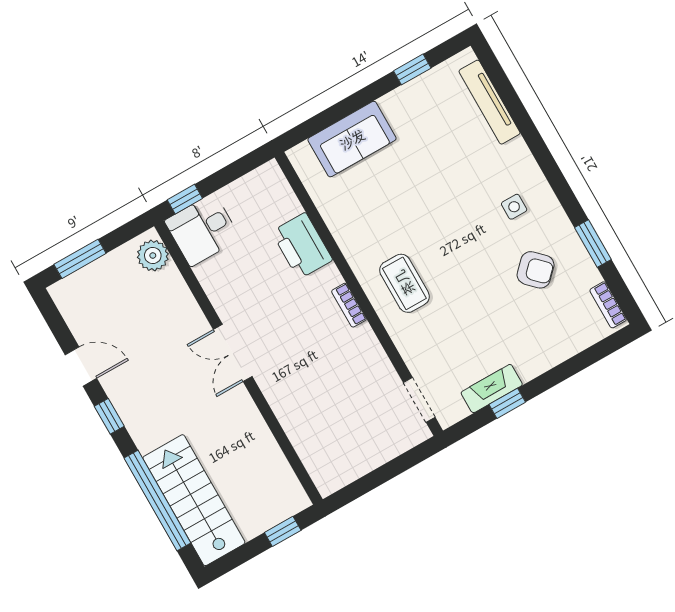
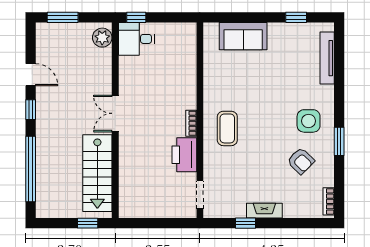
side table: (514, 207) -> (309, 121), width x1.87, depth x1.87
window: (593, 243) -> (339, 141), moved
printer: (302, 246) -> (184, 155), moved
fireplace: (492, 389) -> (264, 211), moved
stairs: (194, 500) -> (97, 173), moved, turned 180

